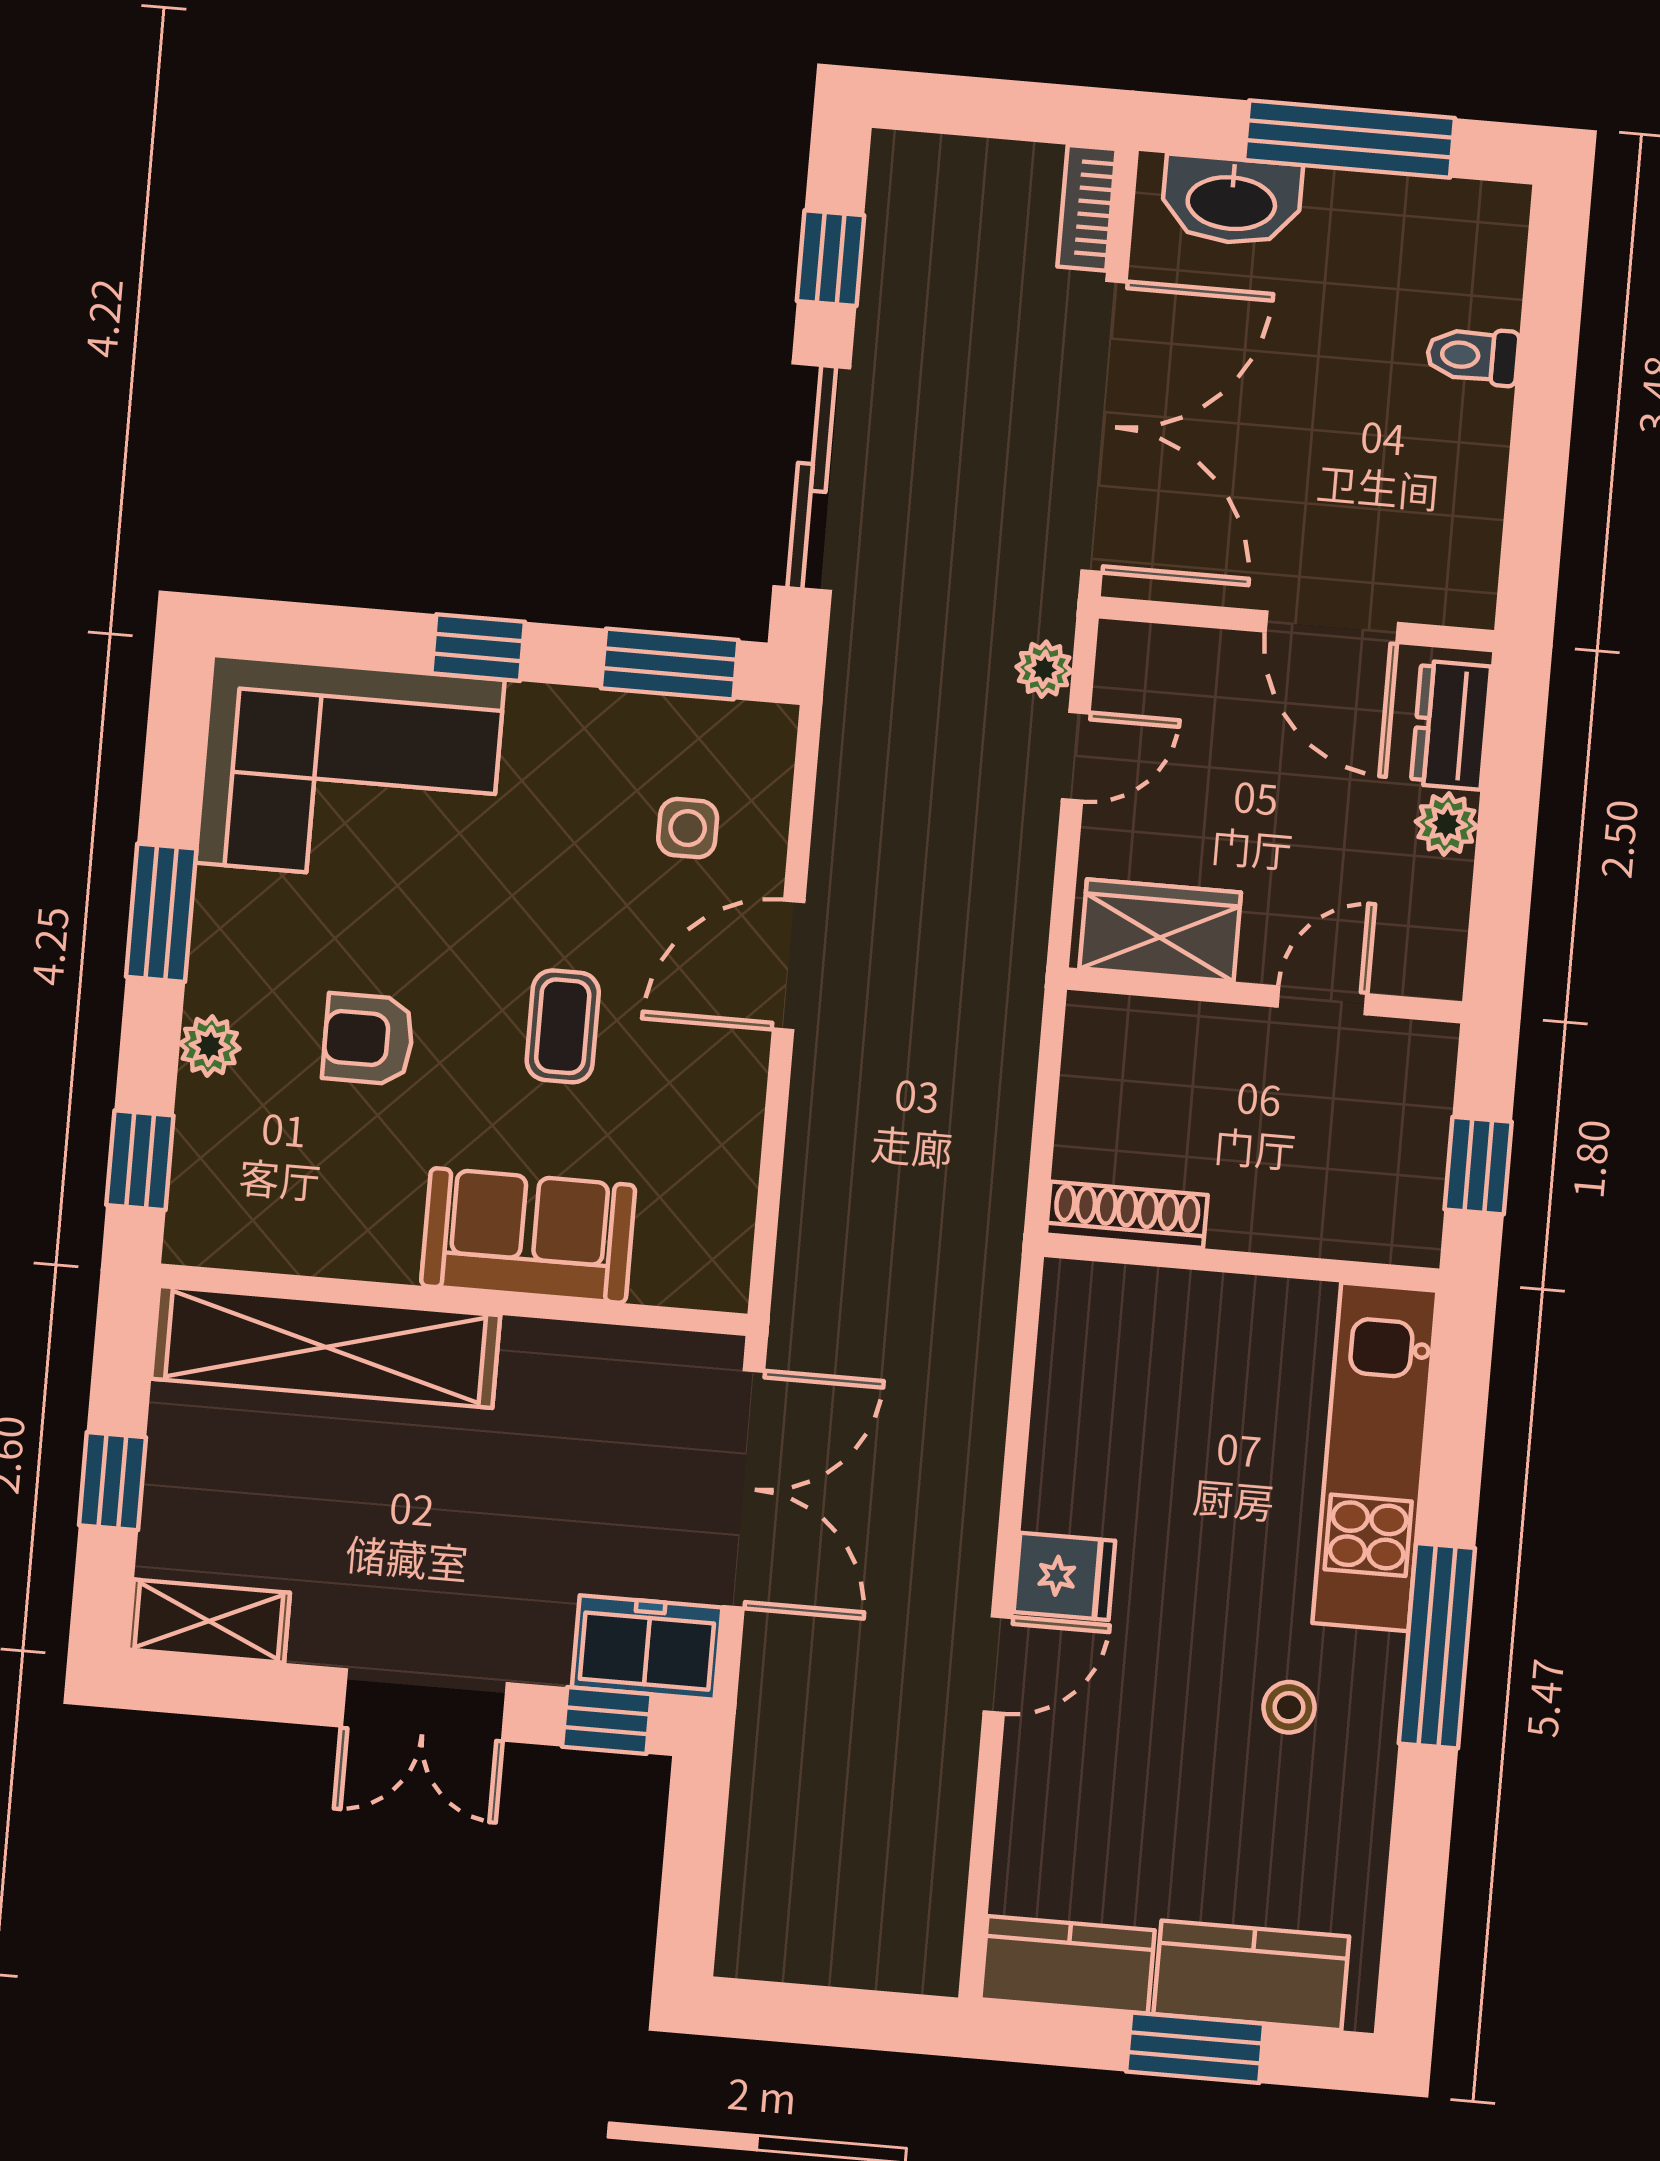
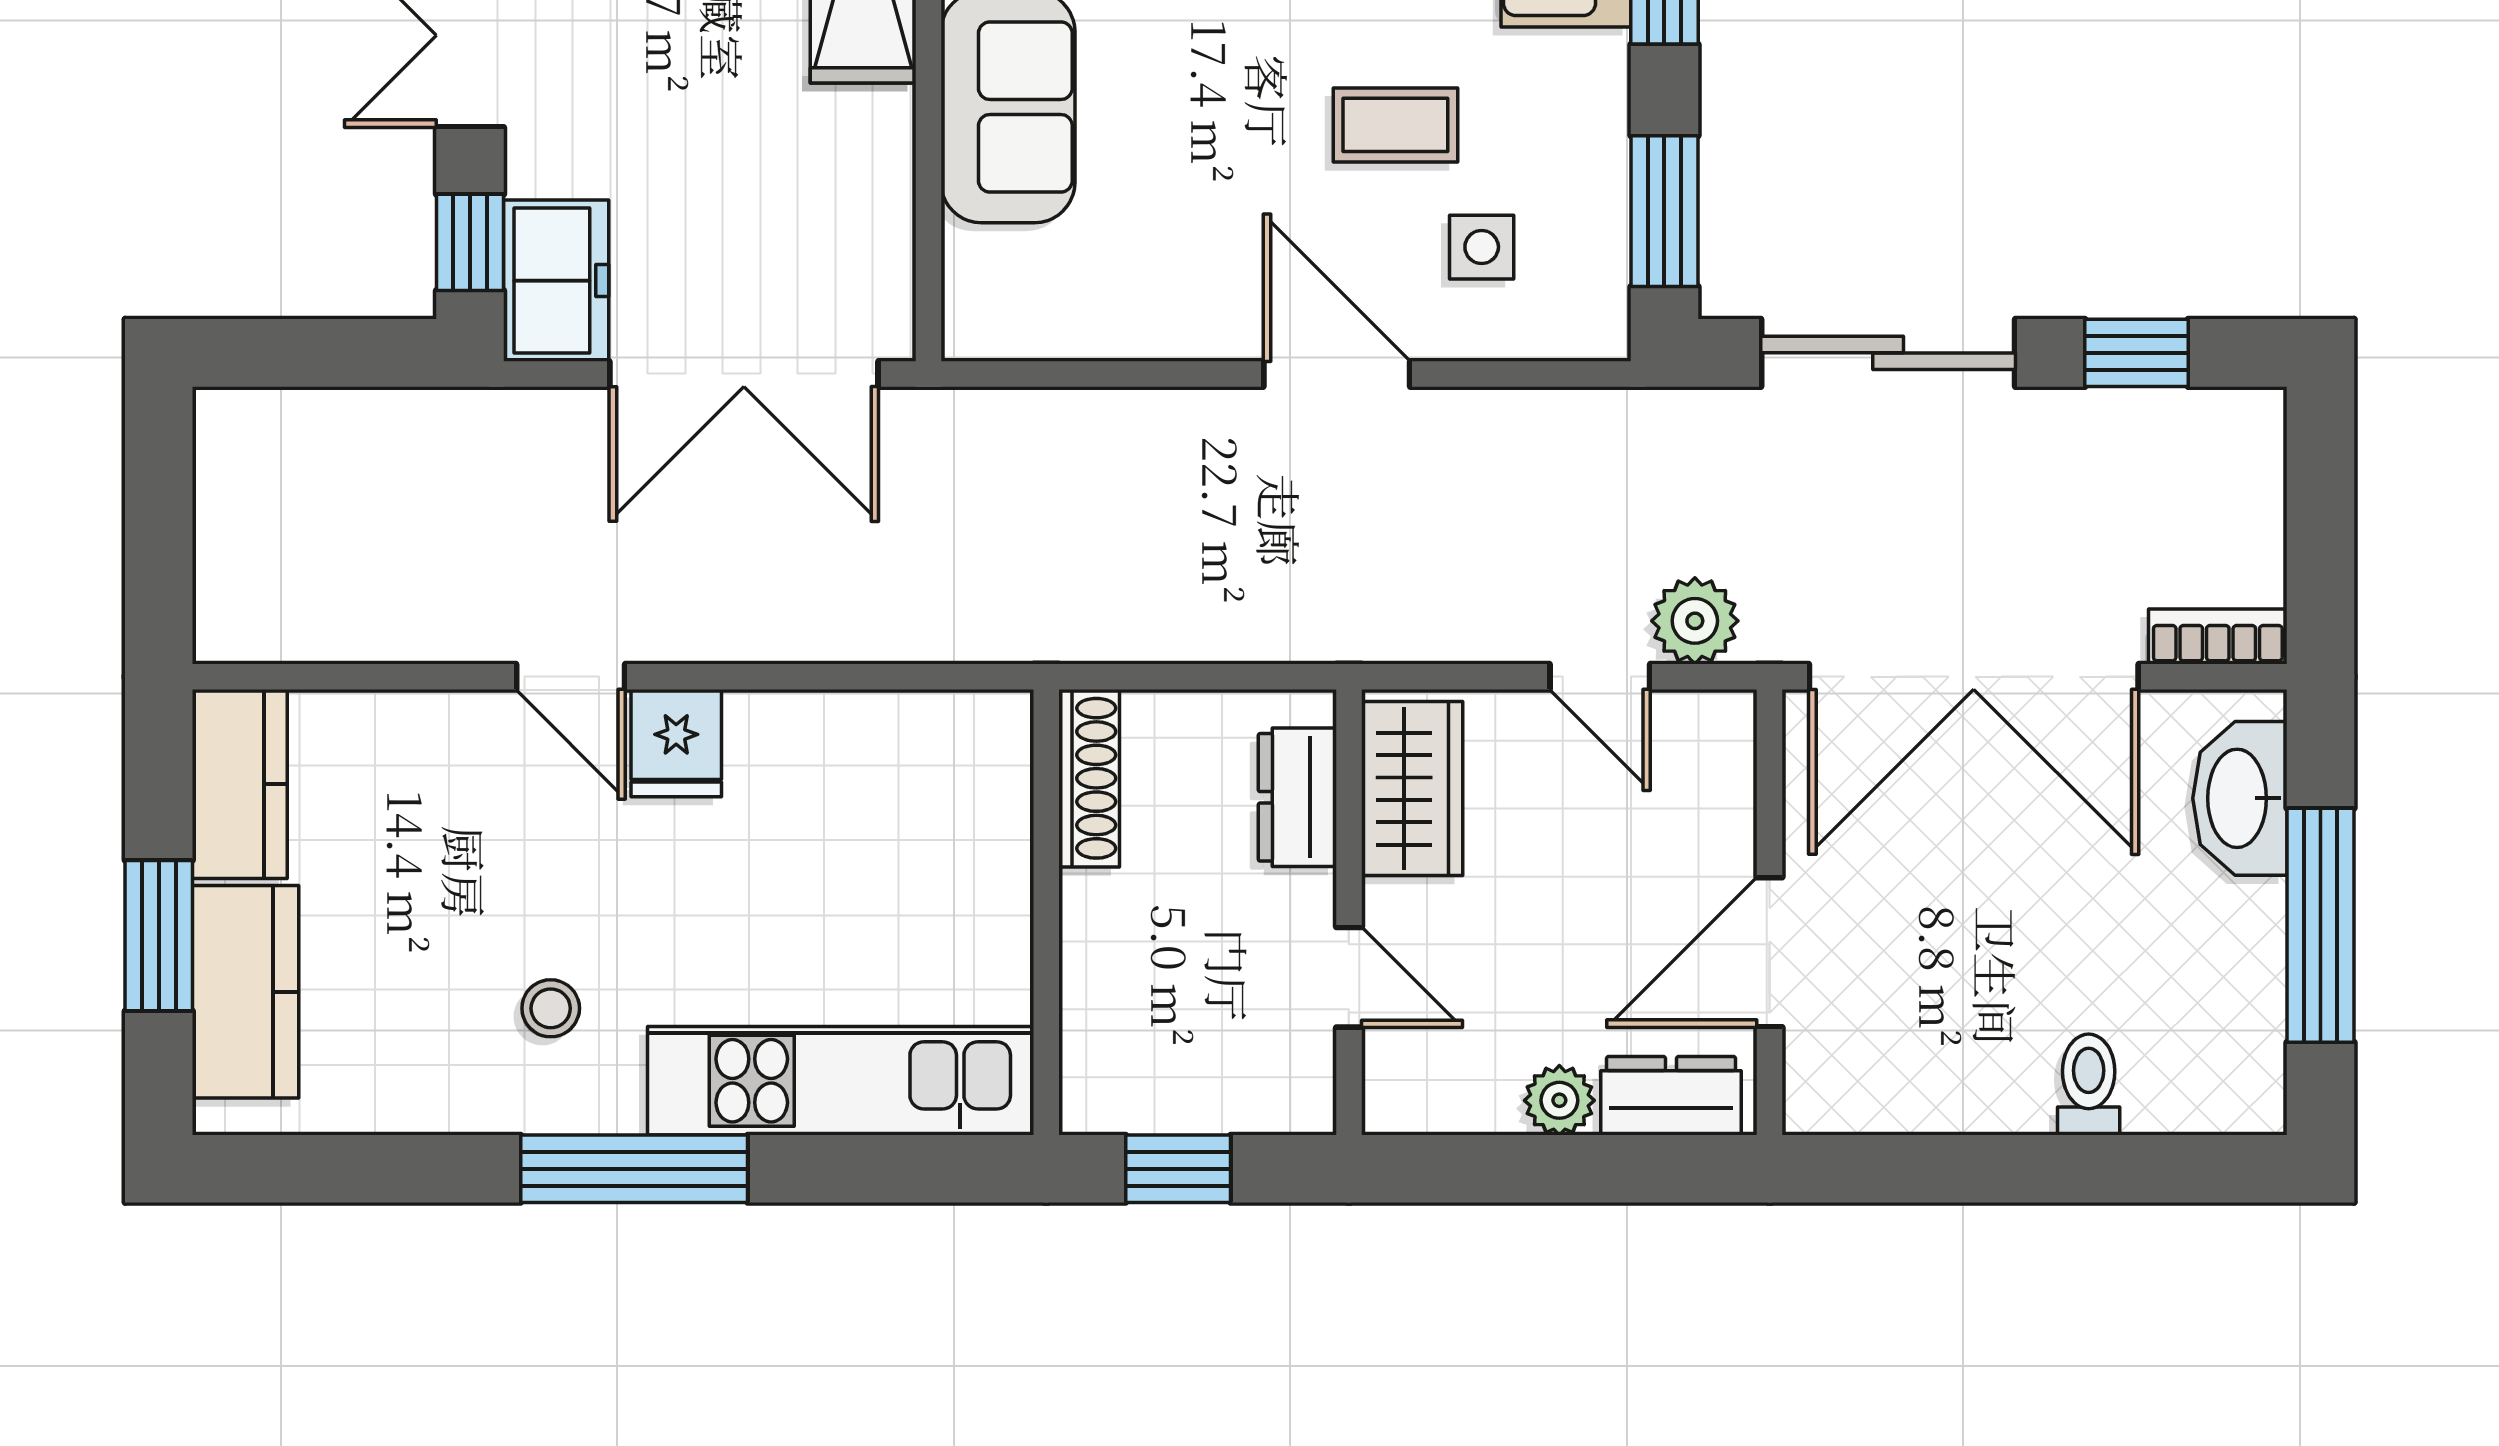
plant: (1044, 669) -> (1695, 621), width x1.38, depth x1.38
coffee table: (563, 1026) -> (1395, 125), moved
dresser: (1159, 1032) -> (1297, 797), added

